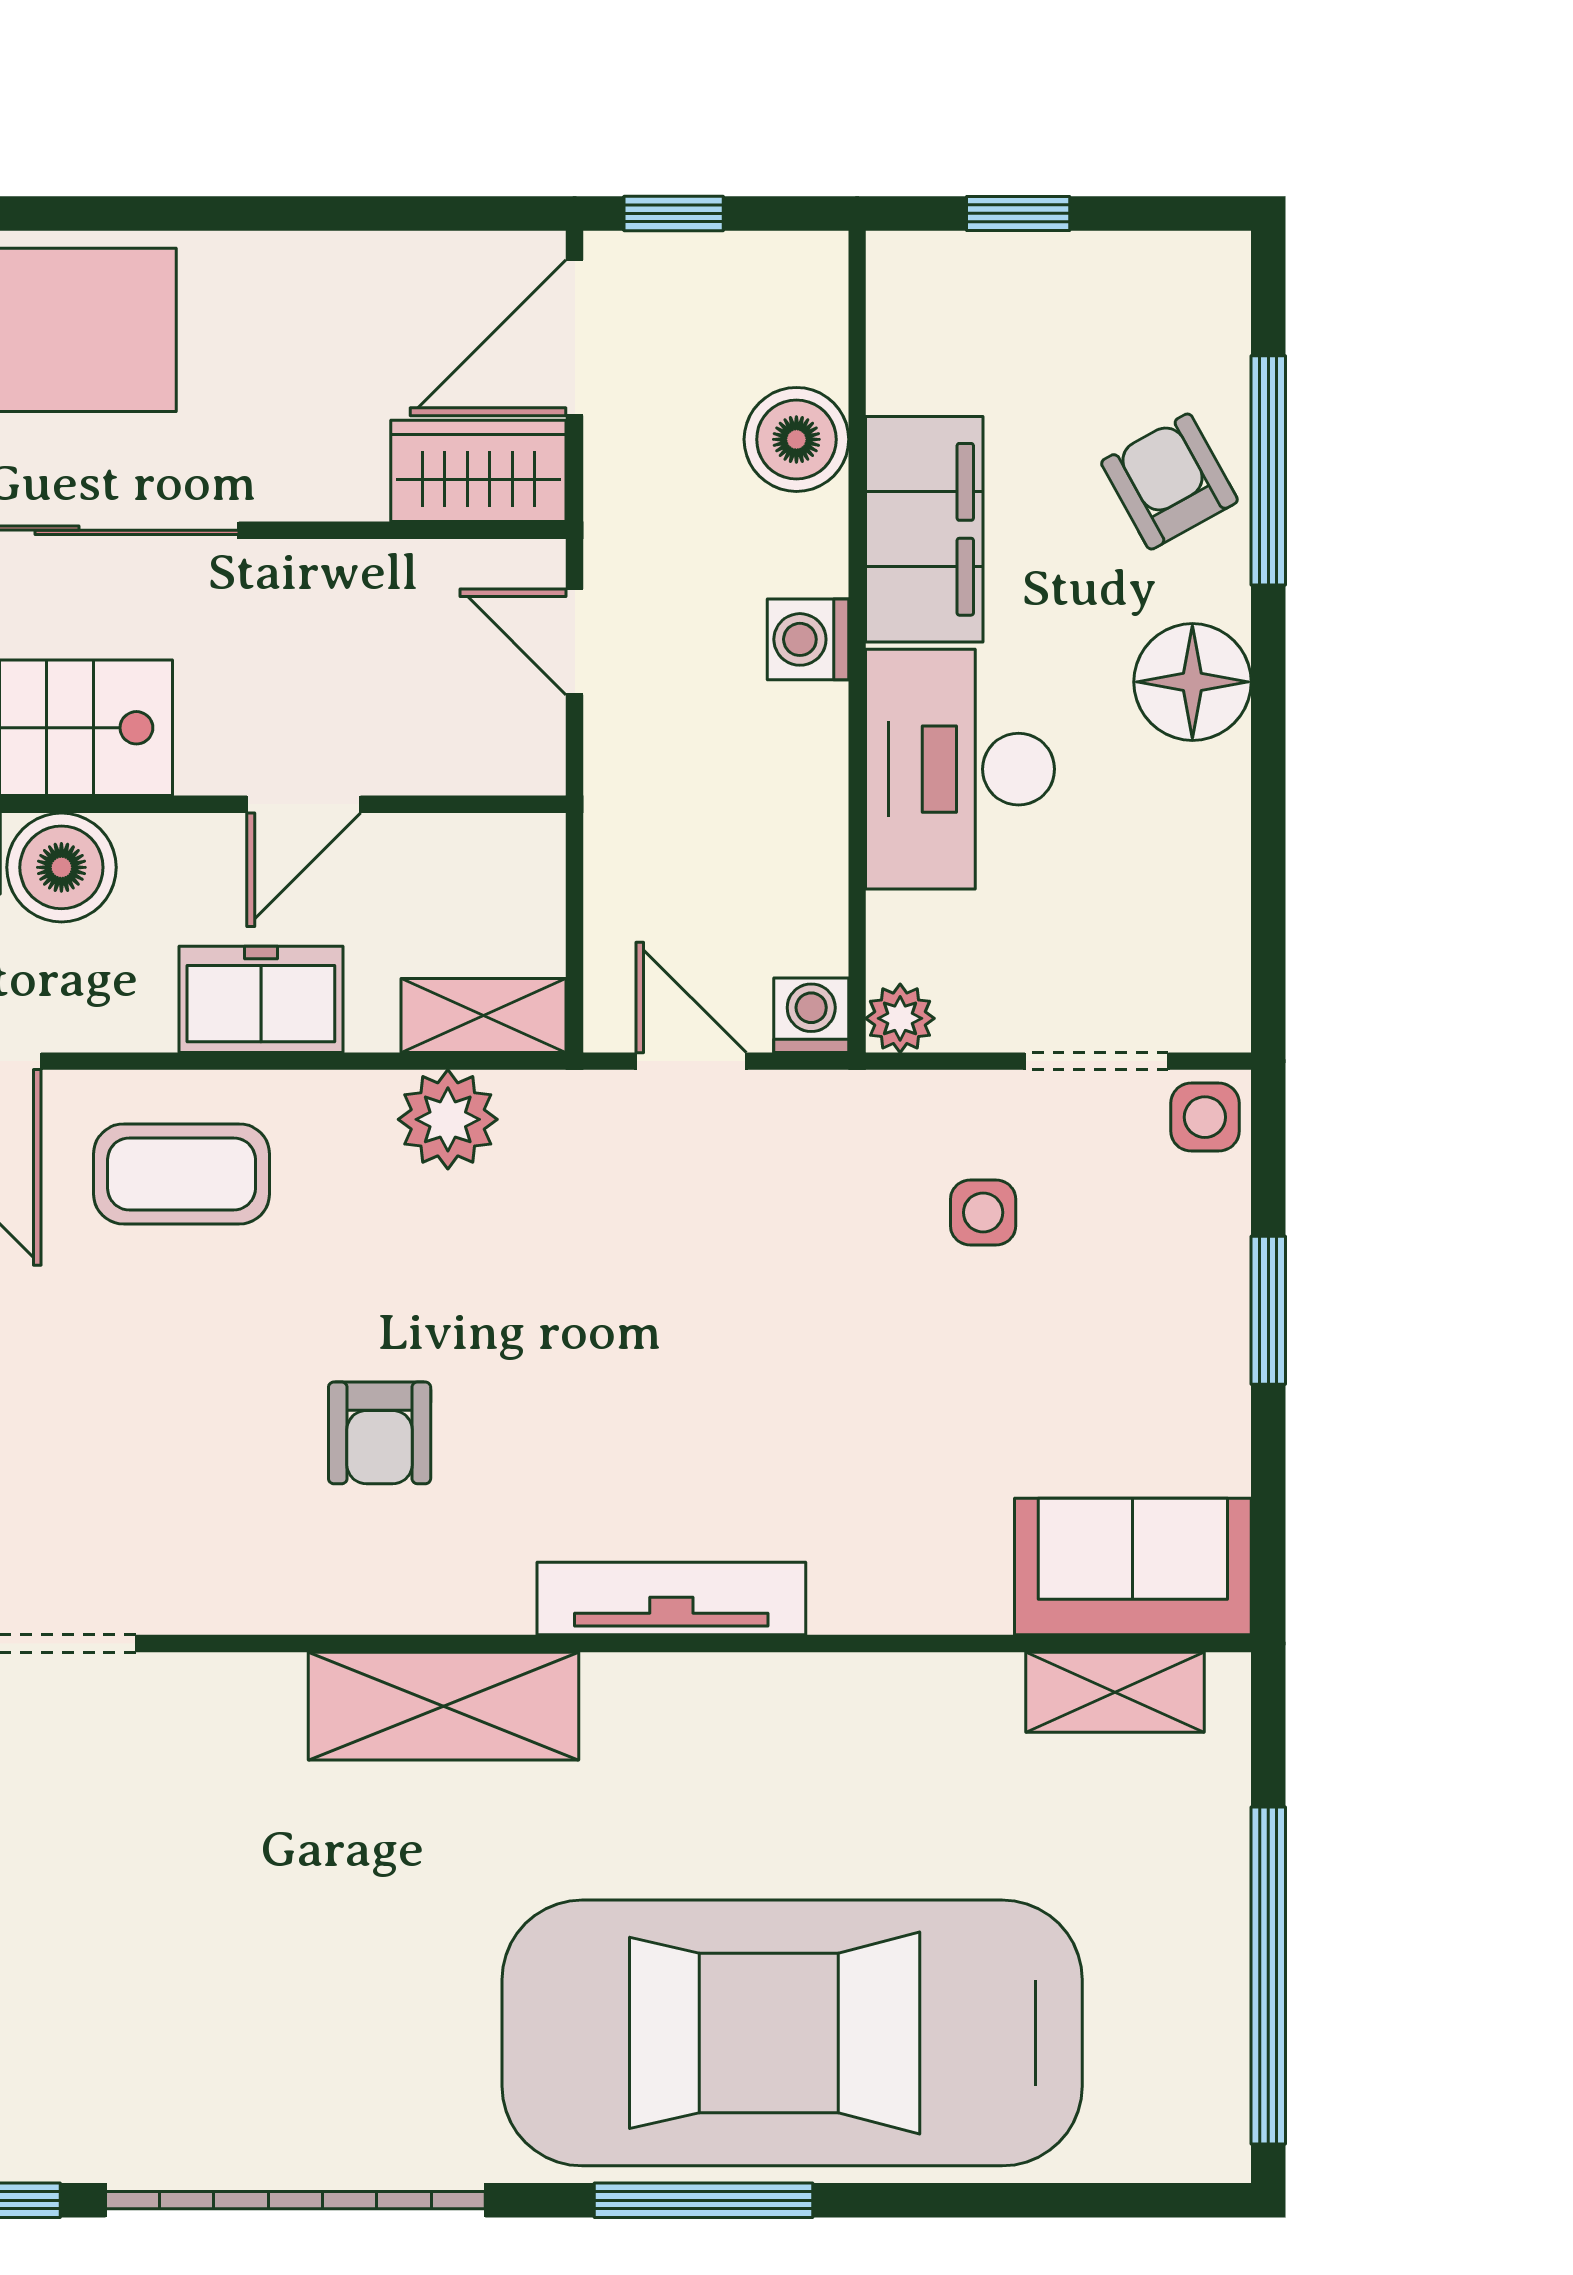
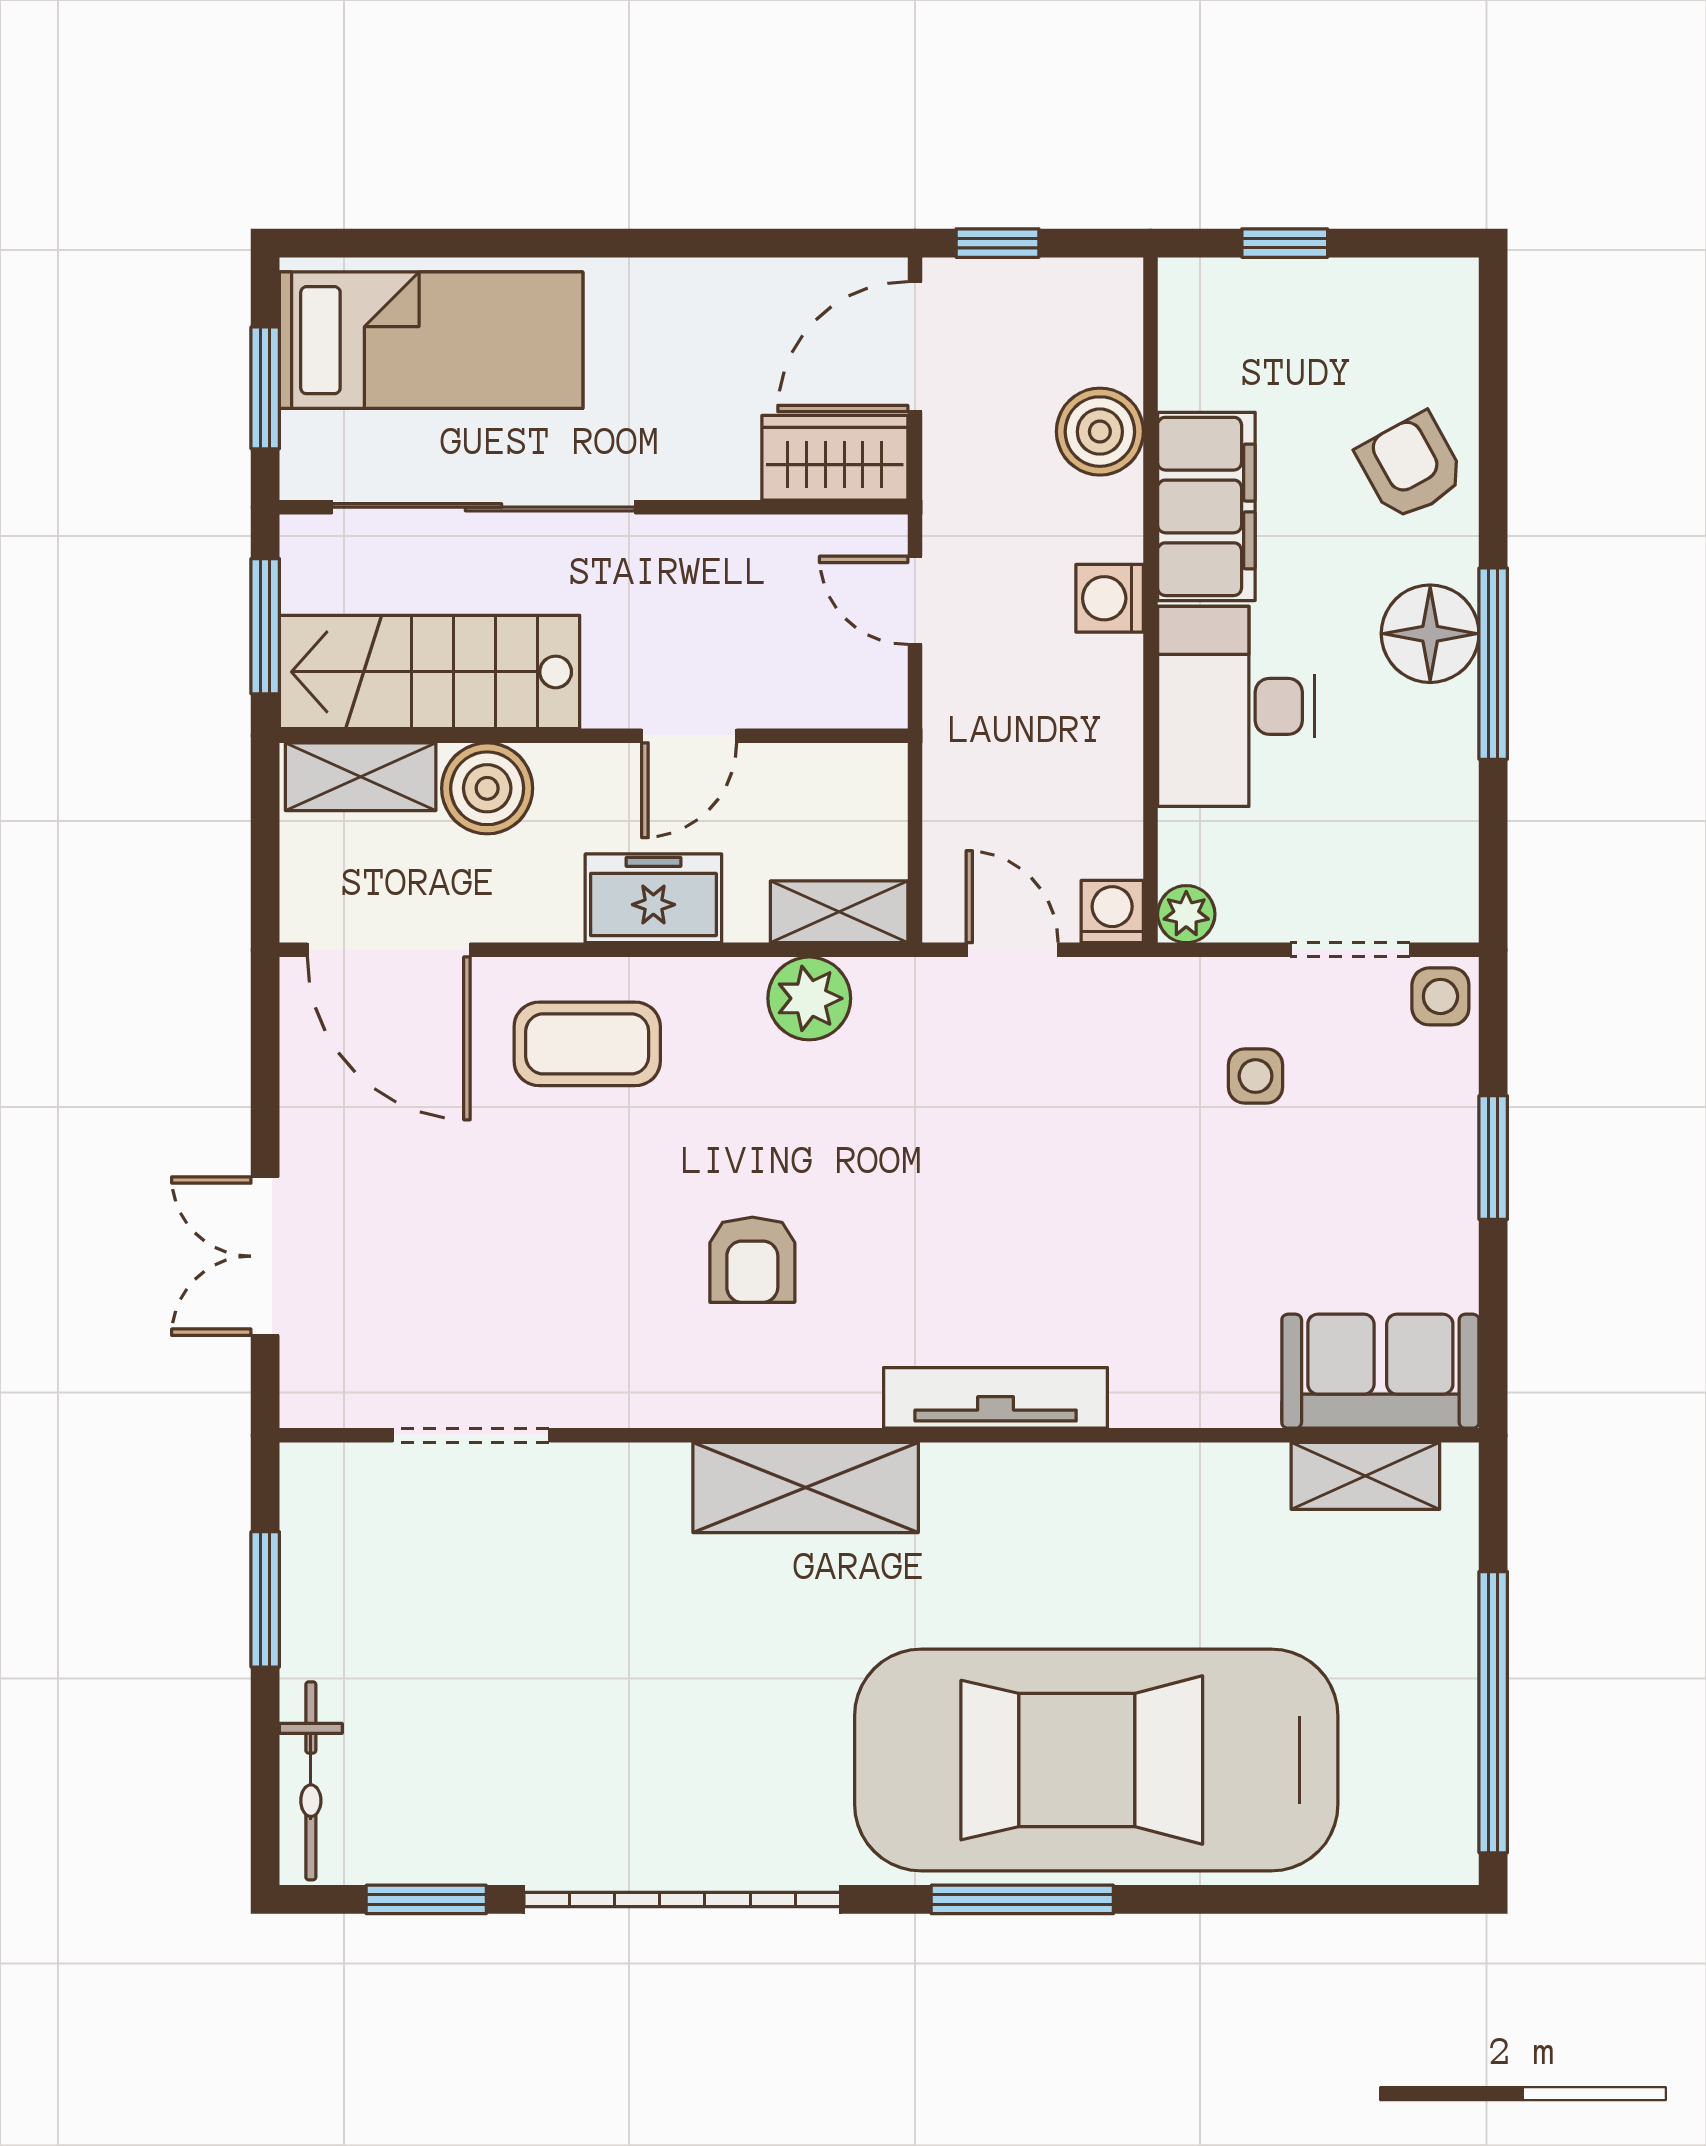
window: (1268, 470) -> (1493, 664), moved

